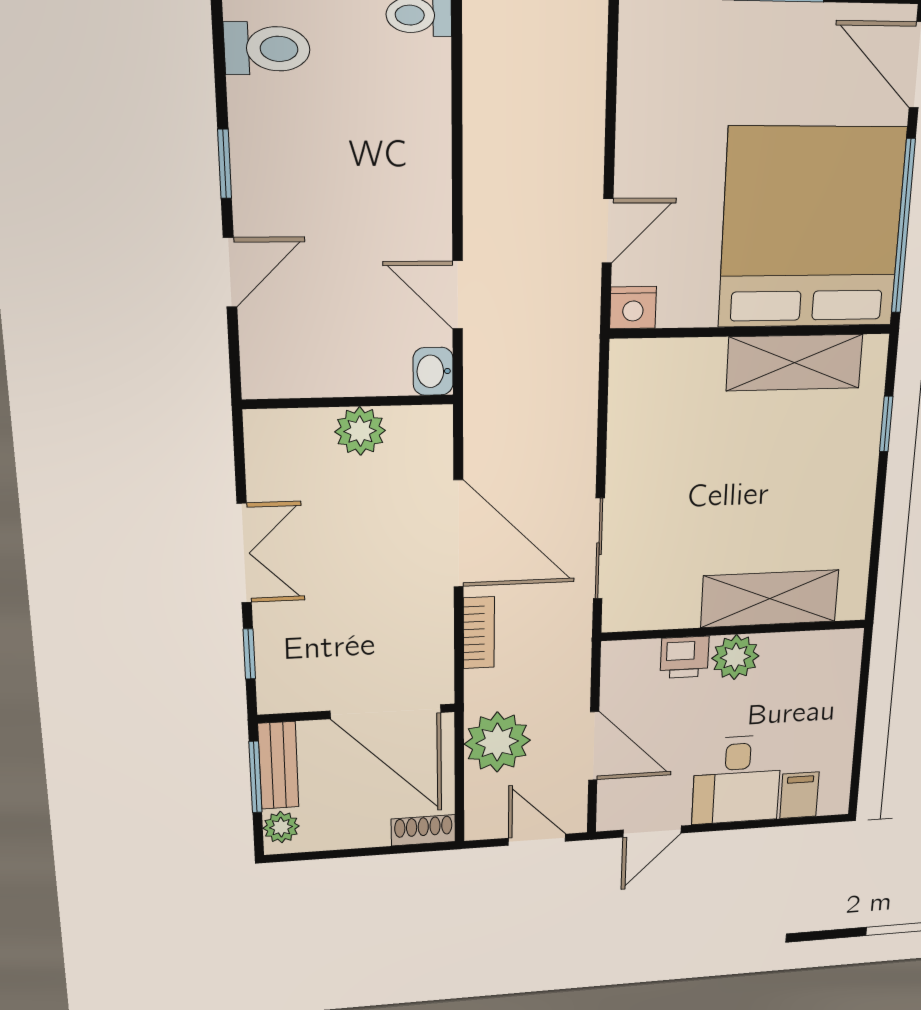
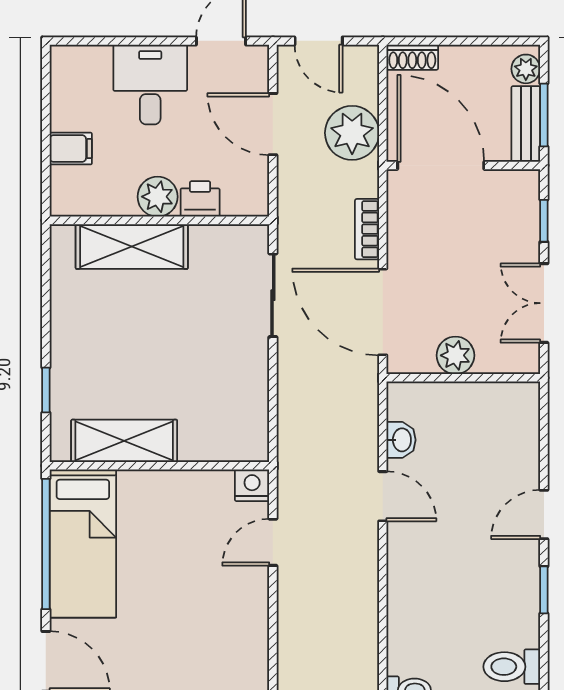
bed: (812, 228) -> (83, 543), width x0.49
wall: (349, 402) -> (463, 378), moved
plant: (360, 431) -> (455, 355), moved
filing cabinet: (799, 795) -> (71, 149), moved, turned -90

